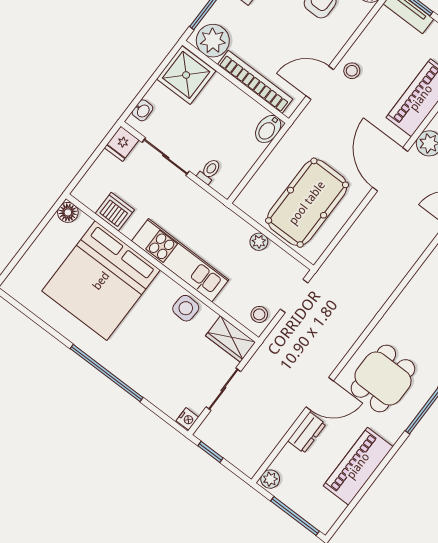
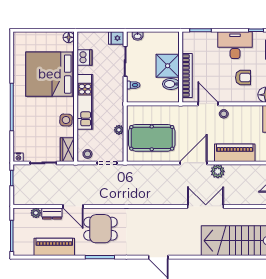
plant: (213, 41) -> (191, 44), removed
shower: (186, 75) -> (168, 66), moved
bidet: (268, 129) -> (171, 84), moved
plant: (270, 479) -> (36, 213), moved

